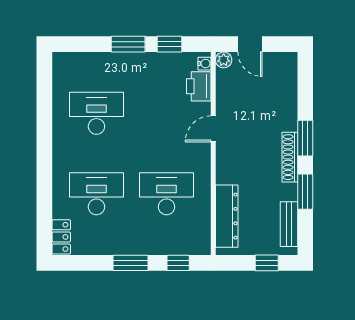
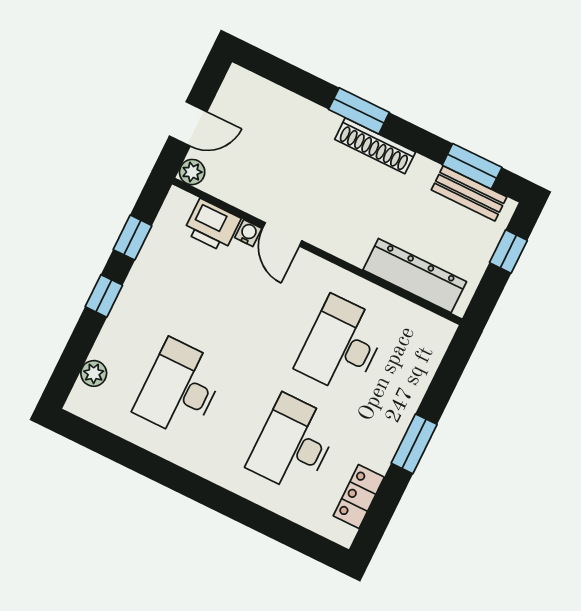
window: (128, 44) -> (104, 296), width x0.67
plant: (81, 60) -> (94, 373), added
water cooler: (204, 64) -> (248, 233), moved
window: (305, 192) -> (472, 166), moved
locker: (61, 237) -> (359, 497), moved, turned -90
window: (178, 263) -> (447, 377), removed

